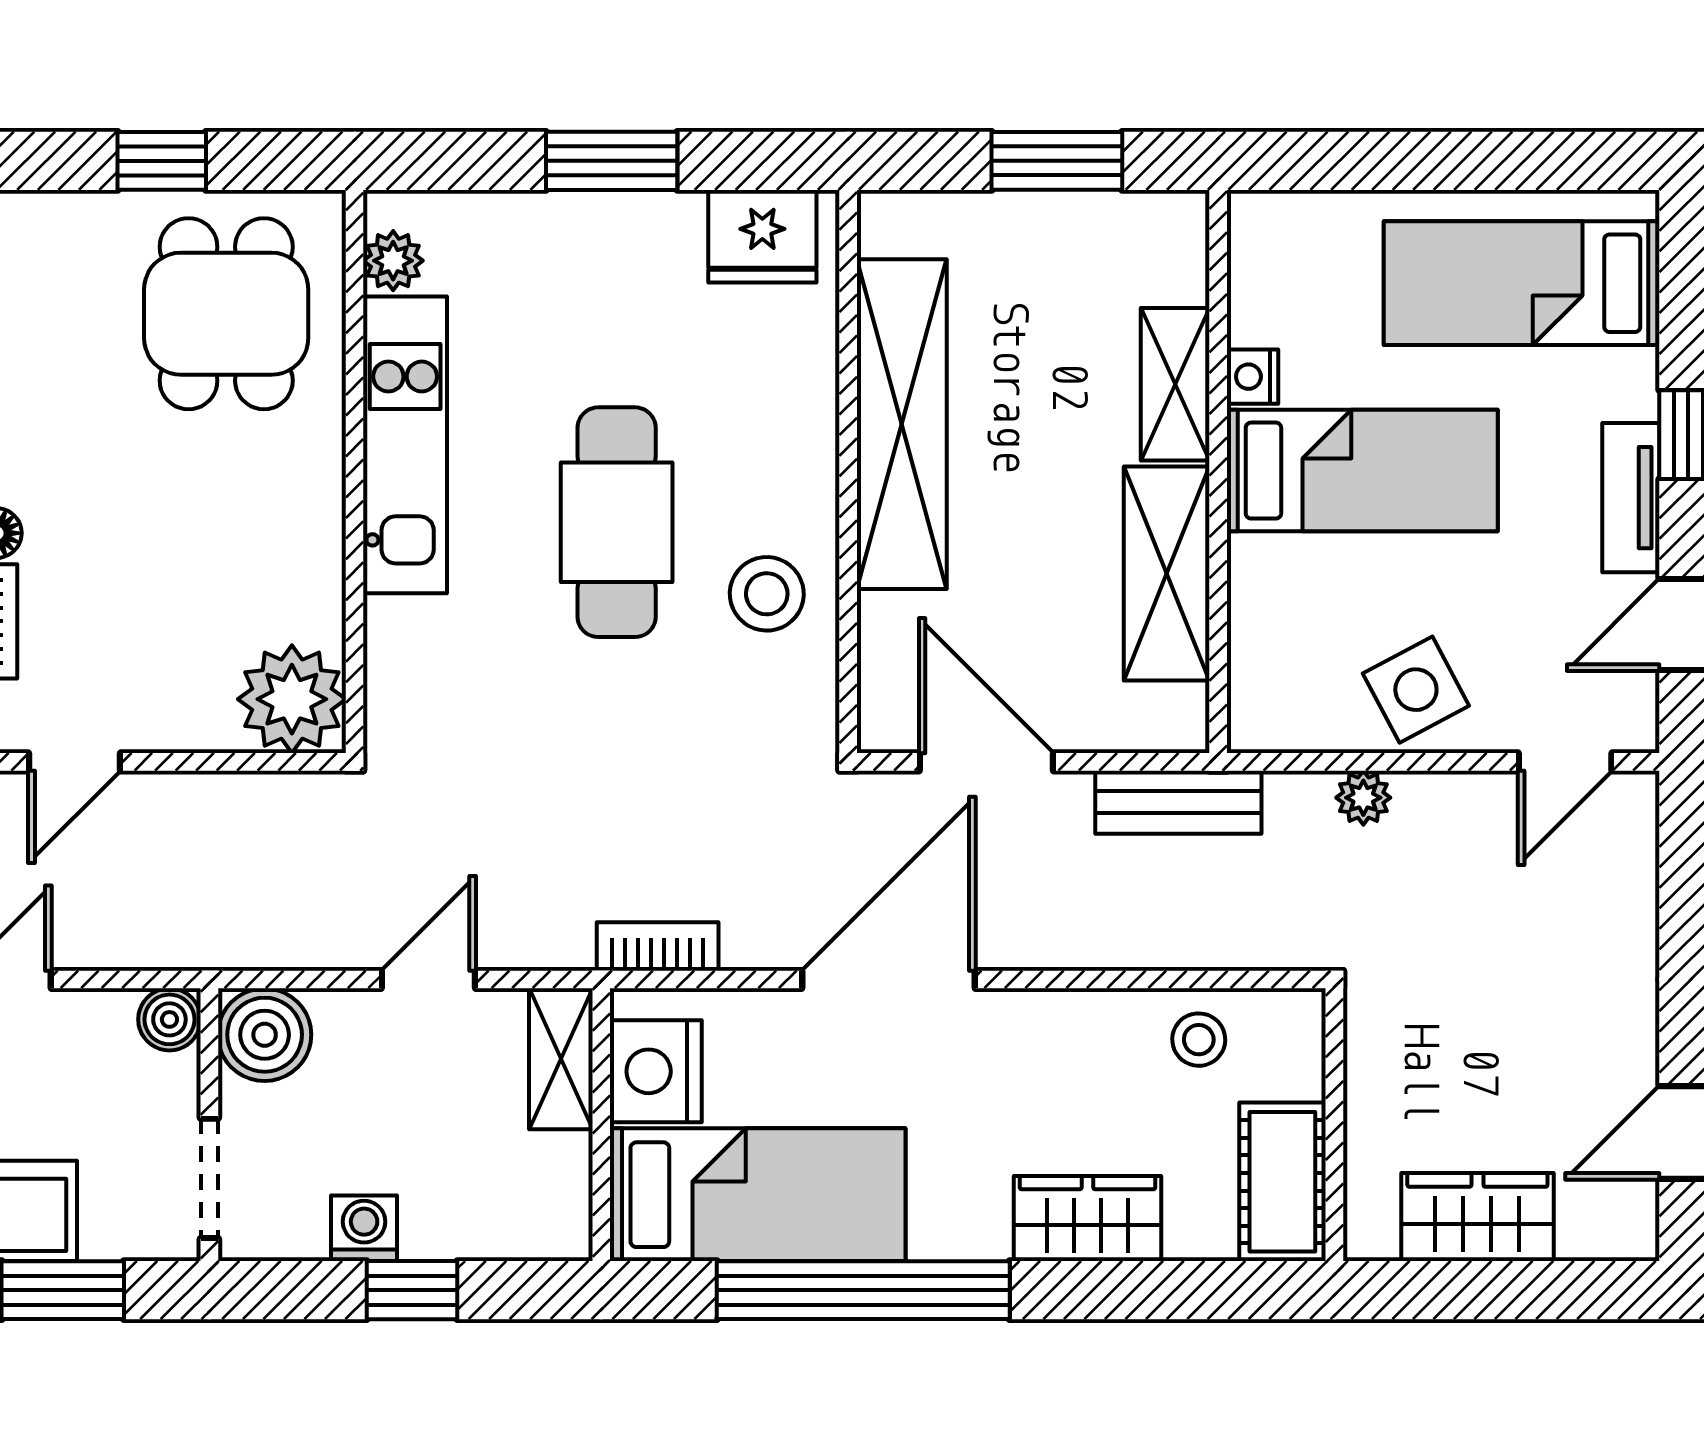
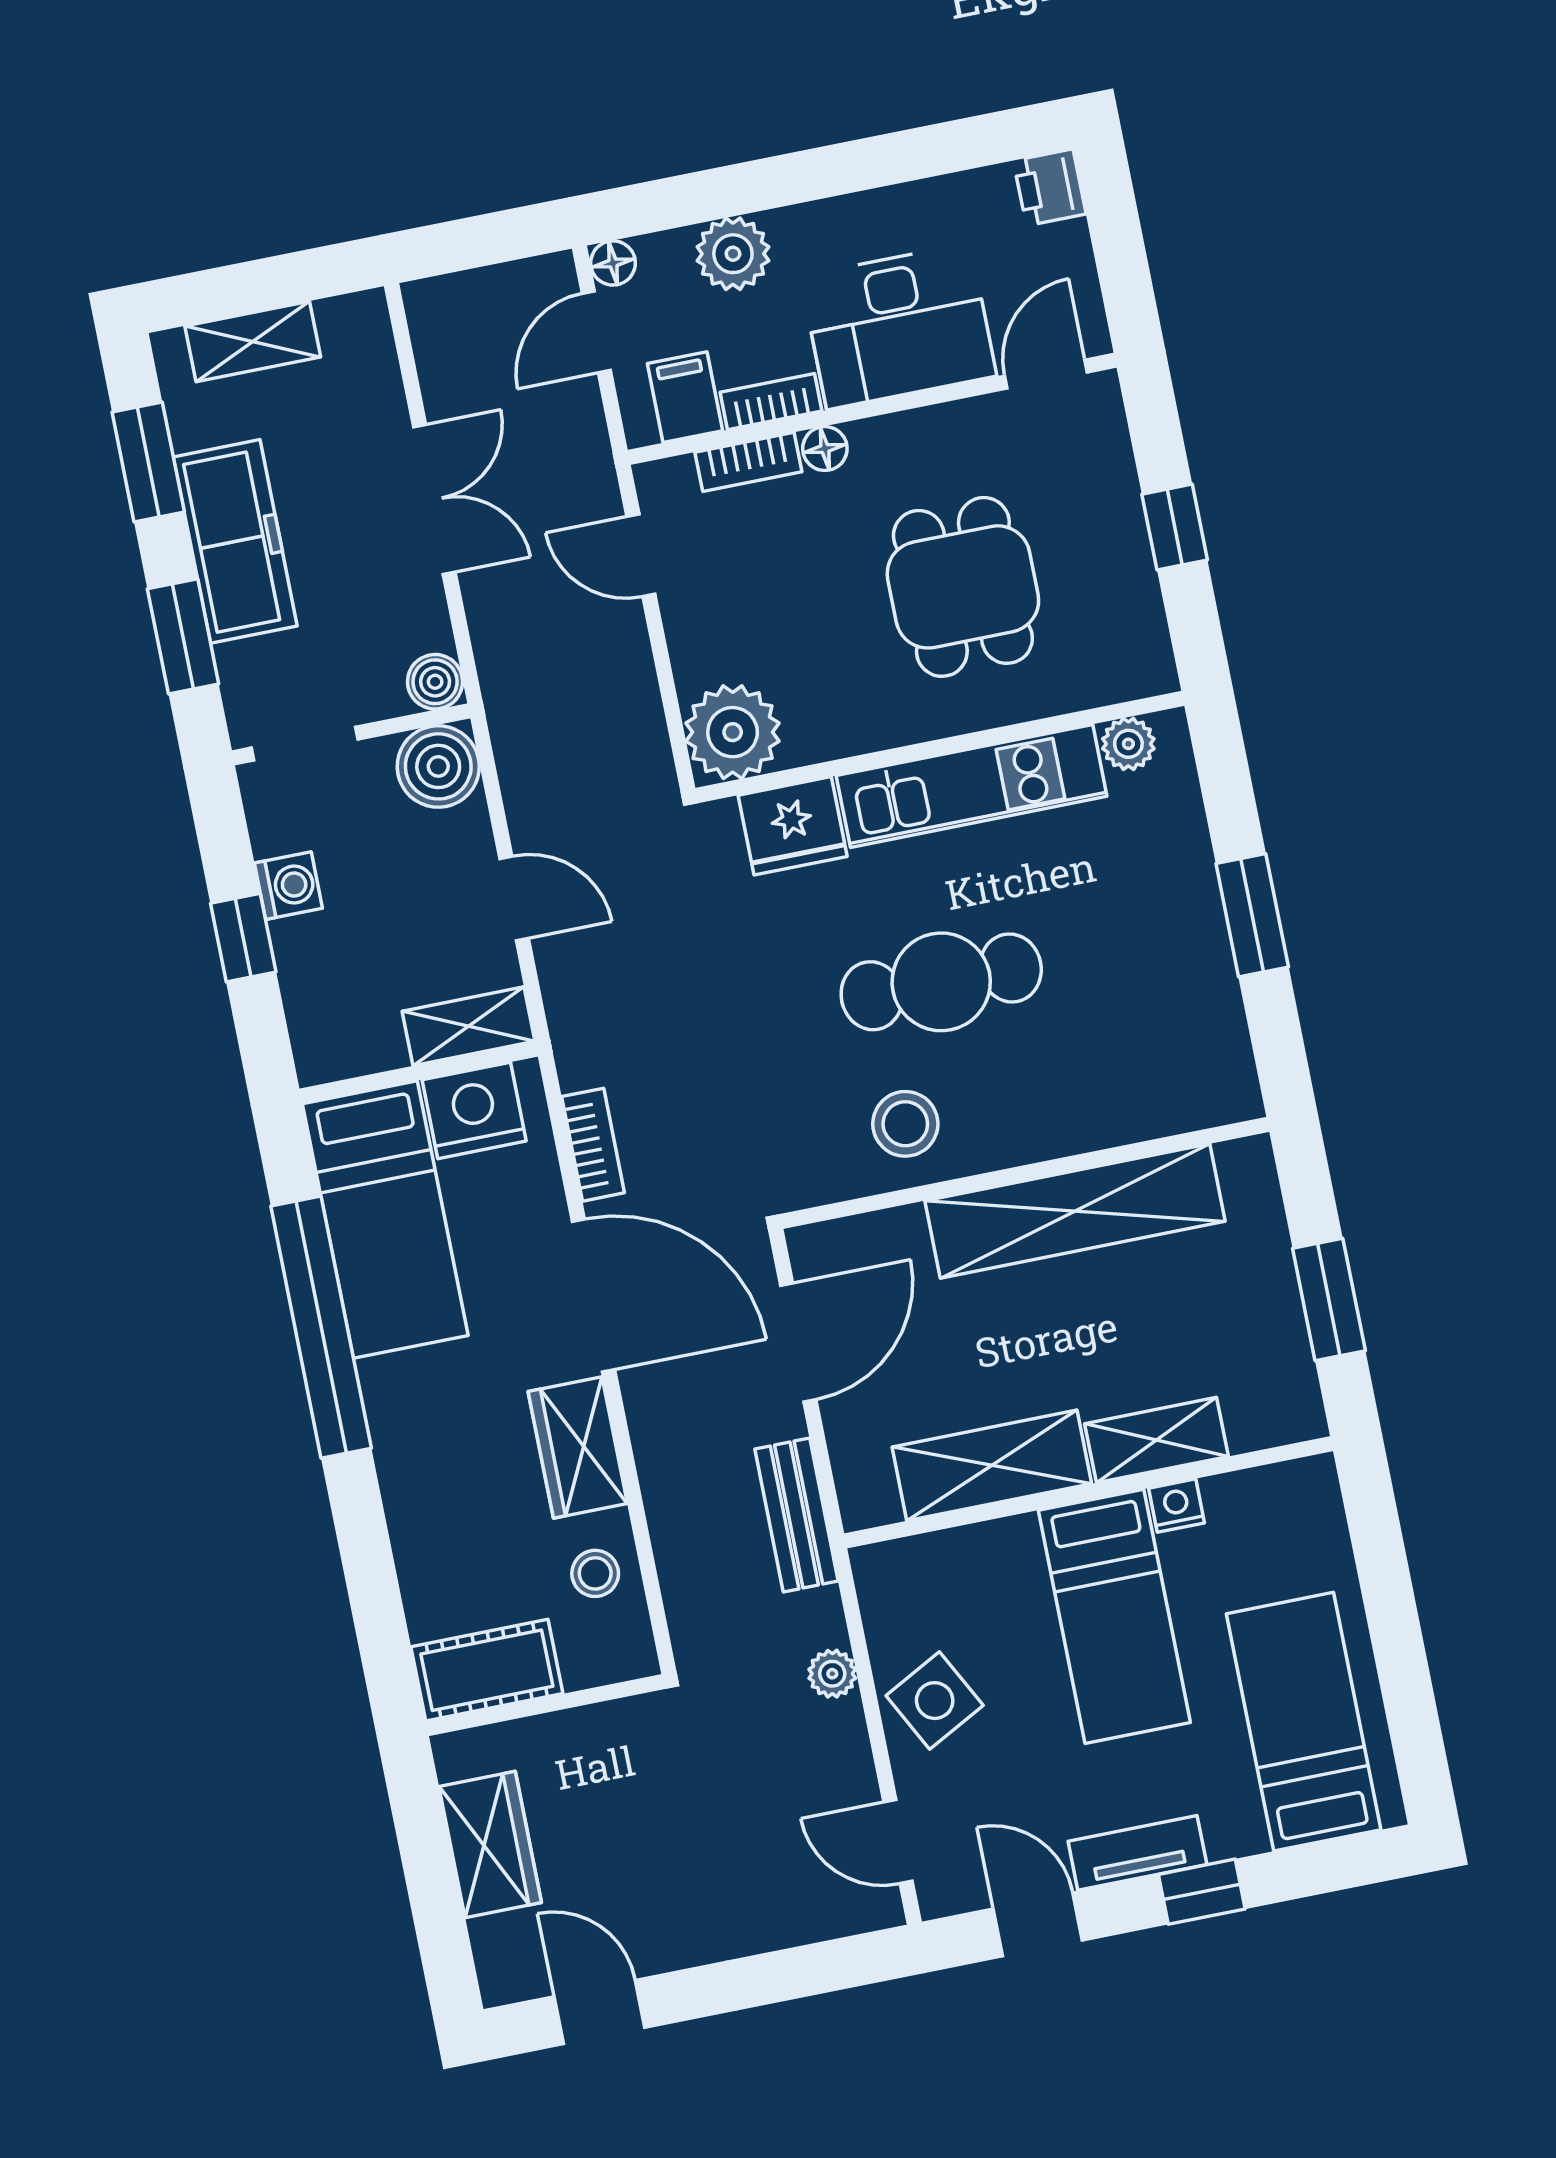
fridge: (762, 236) -> (793, 826), moved, turned -90
dining table: (226, 314) -> (963, 587), moved, turned 90
bookcase: (658, 946) -> (593, 1145), moved
wardrobe: (1087, 1218) -> (578, 1447), moved, turned 180

